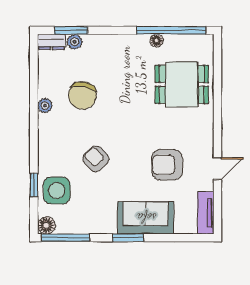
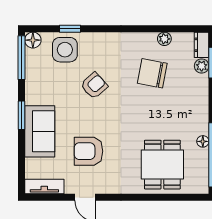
plant: (45, 106) -> (164, 39), moved
armchair: (167, 165) -> (89, 151), turned -90

